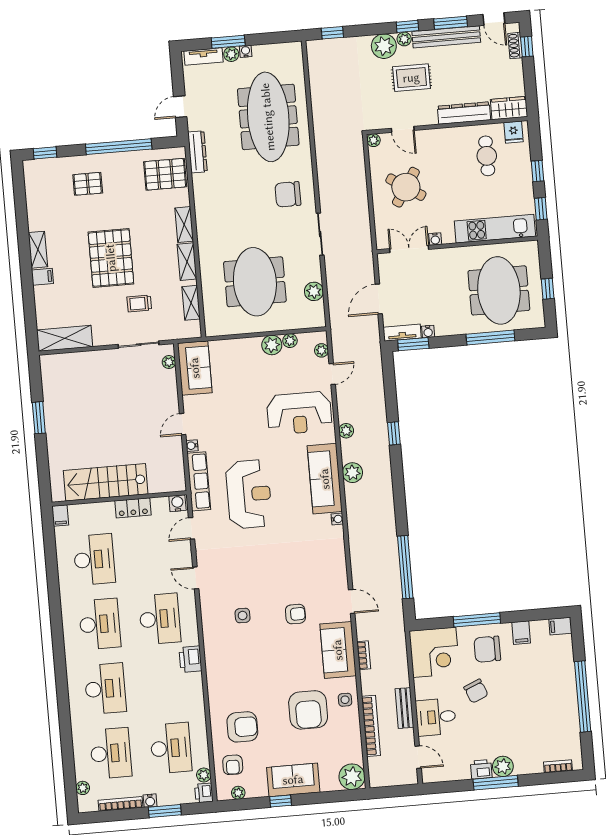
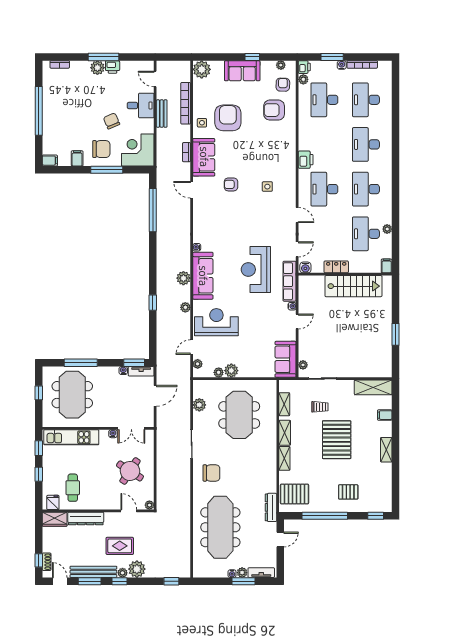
filing cabinet: (42, 277) -> (385, 415), moved
plant: (83, 788) -> (387, 229), moved

